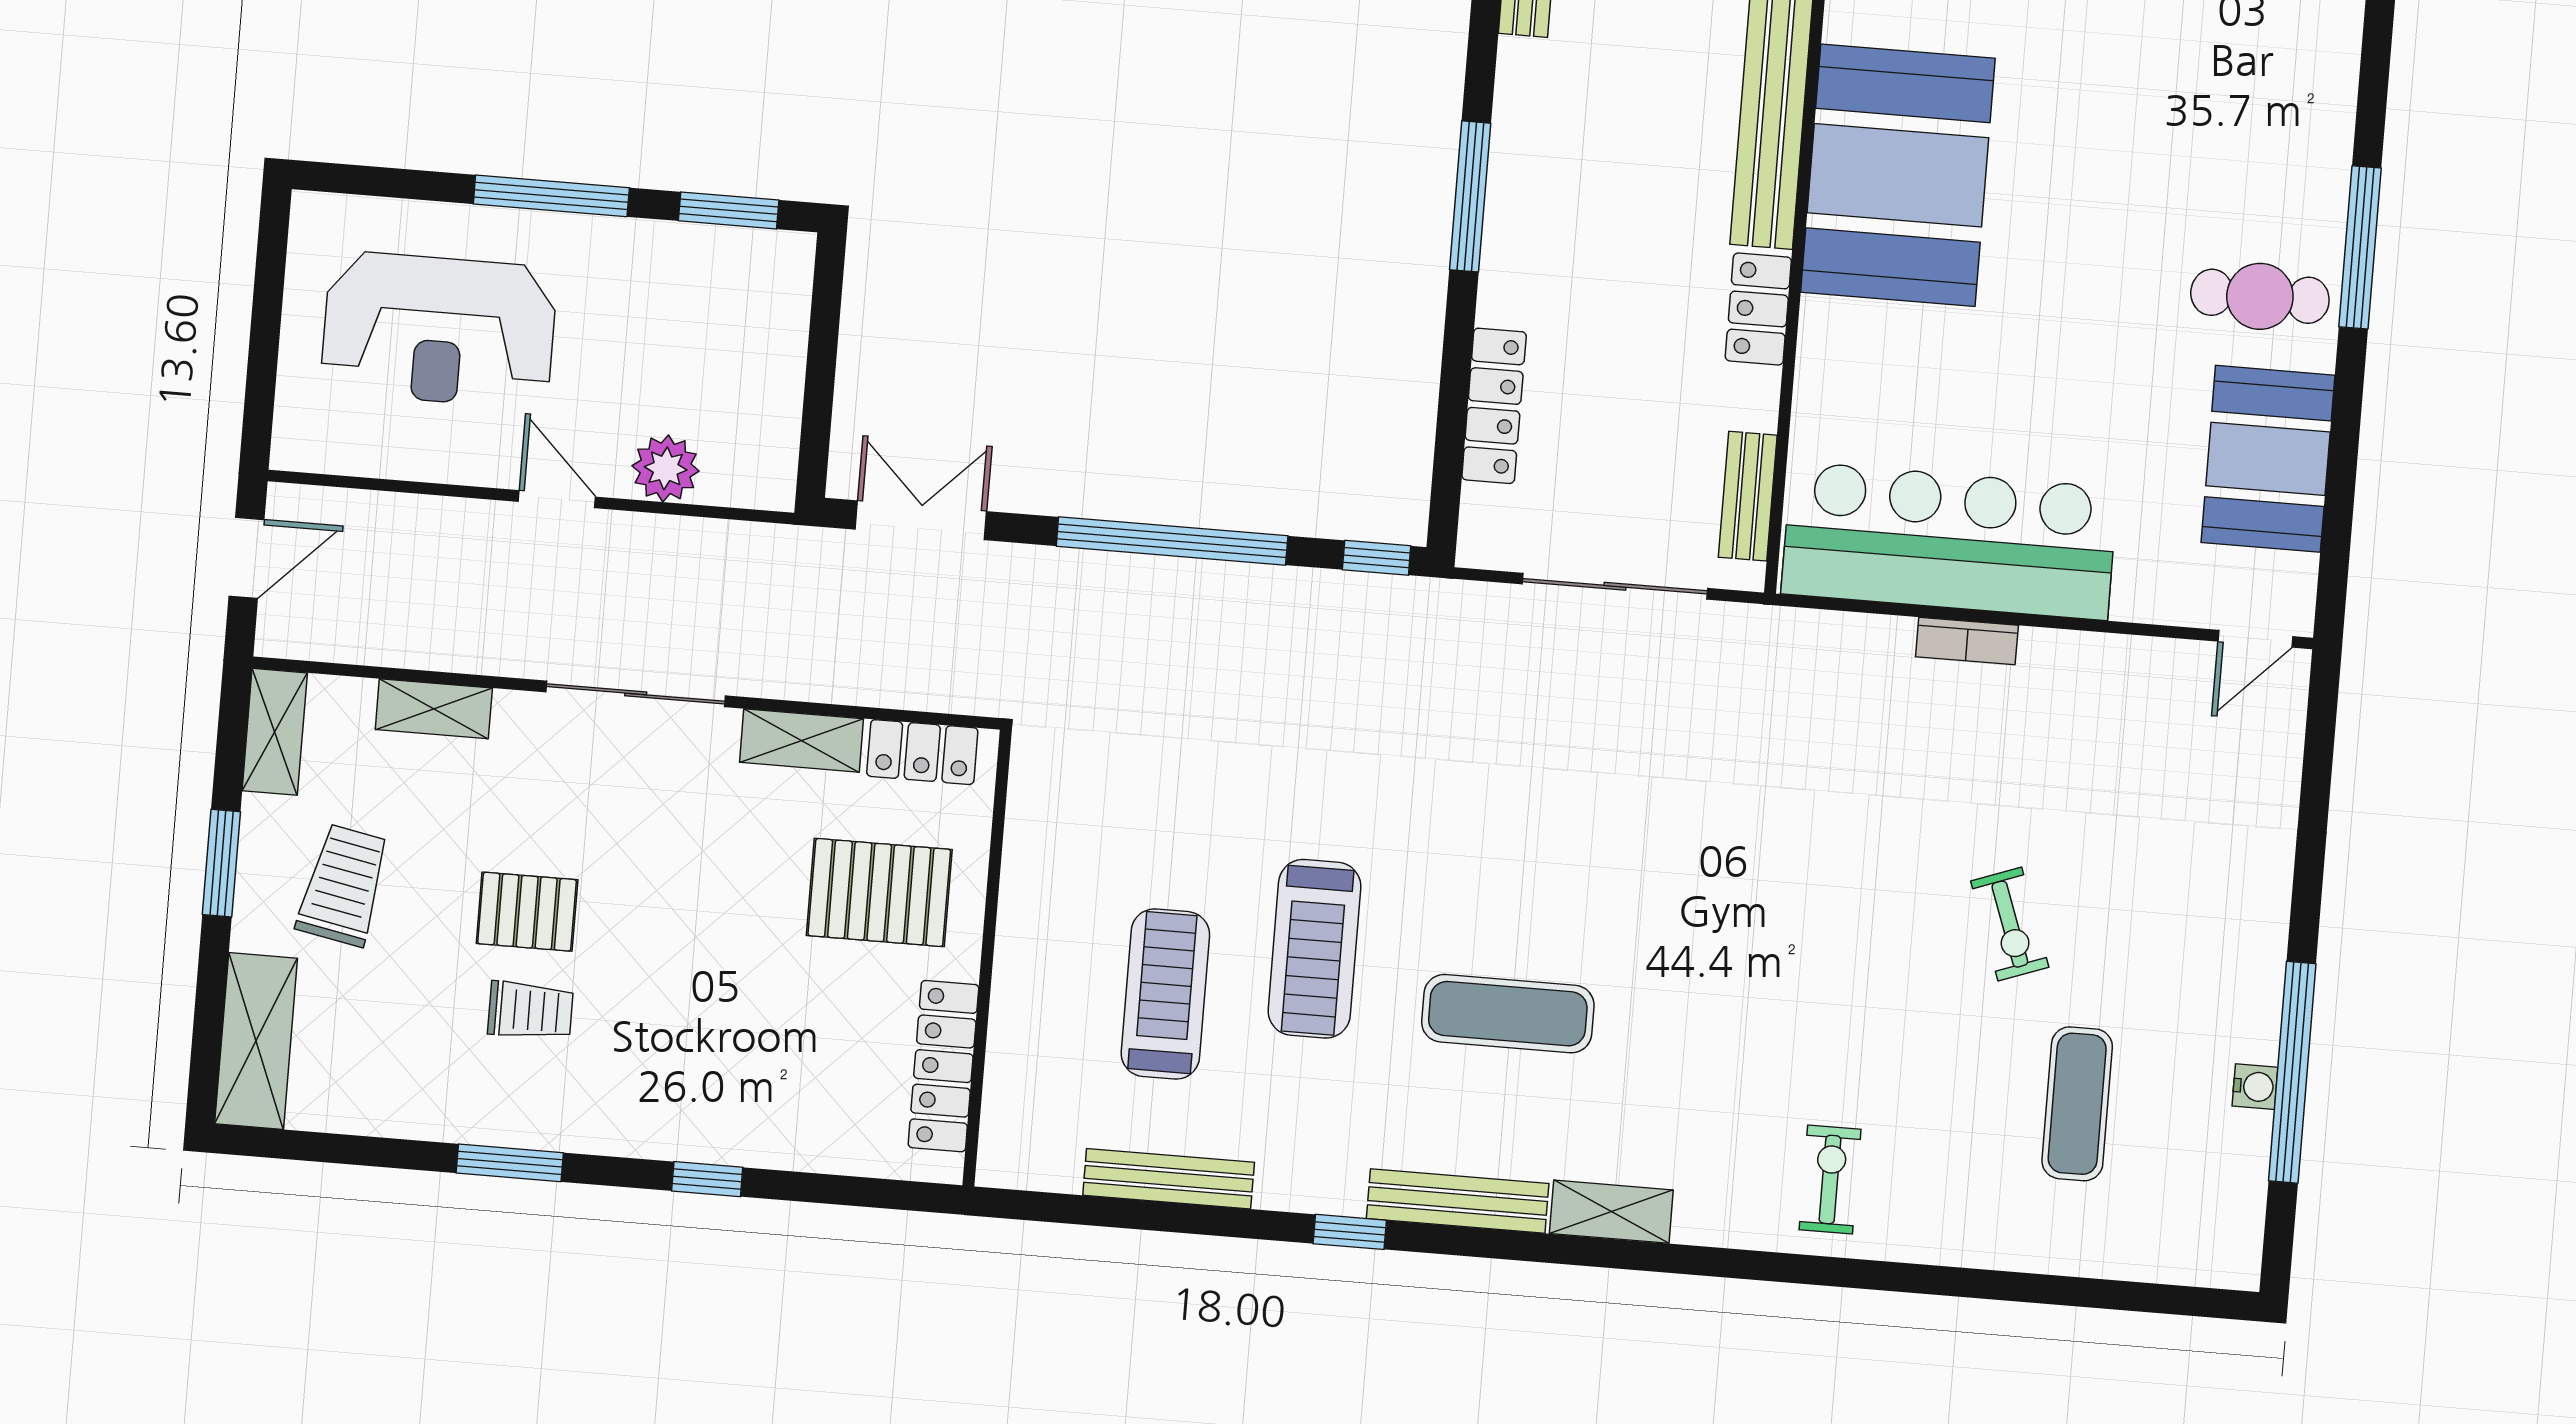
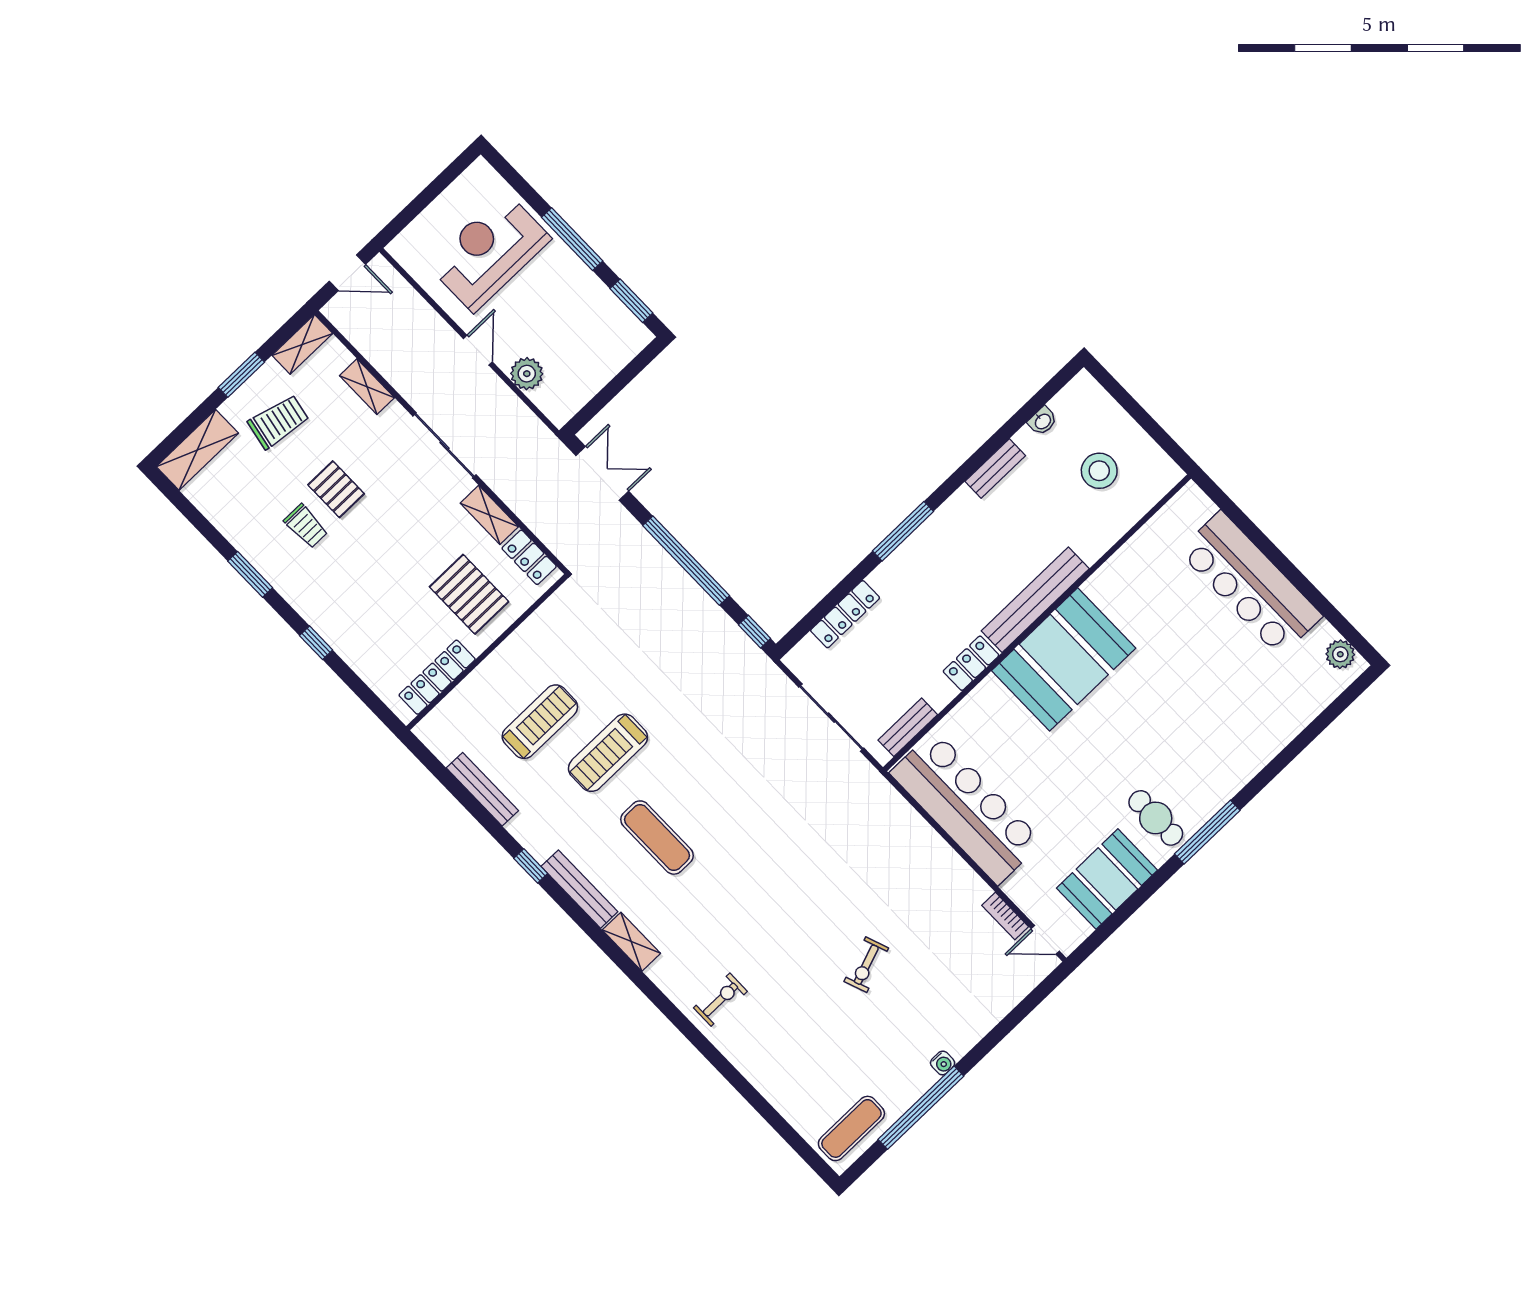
reception desk: (439, 330) -> (489, 252), turned 90
bookcase: (1967, 641) -> (1005, 916), moved
water cooler: (2255, 1087) -> (943, 1063), moved
exercise mat: (2077, 1104) -> (851, 1128), moved

